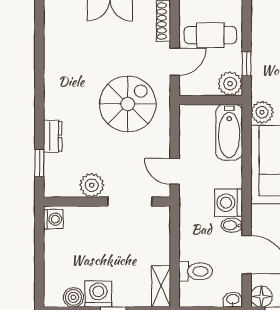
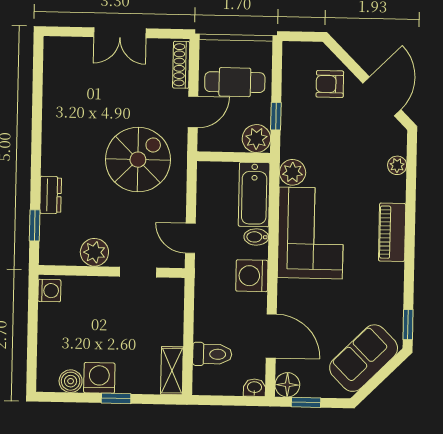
doorway: (130, 202) -> (138, 272), width x0.73
bidet: (232, 225) -> (256, 237), moved

